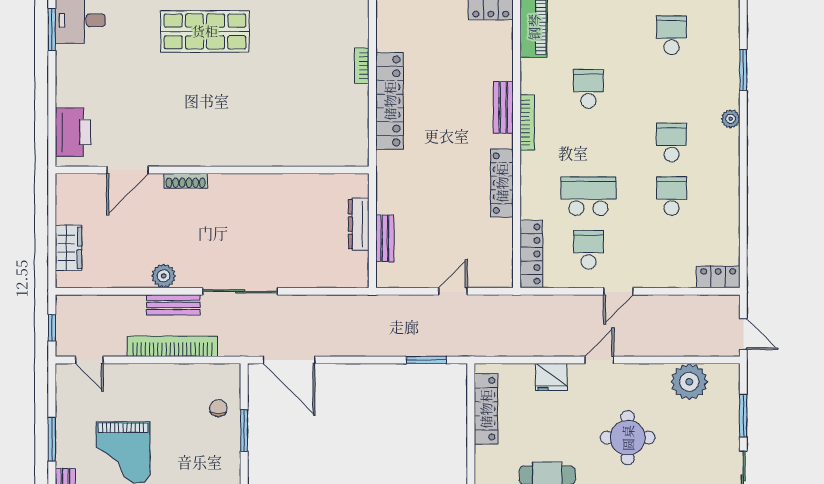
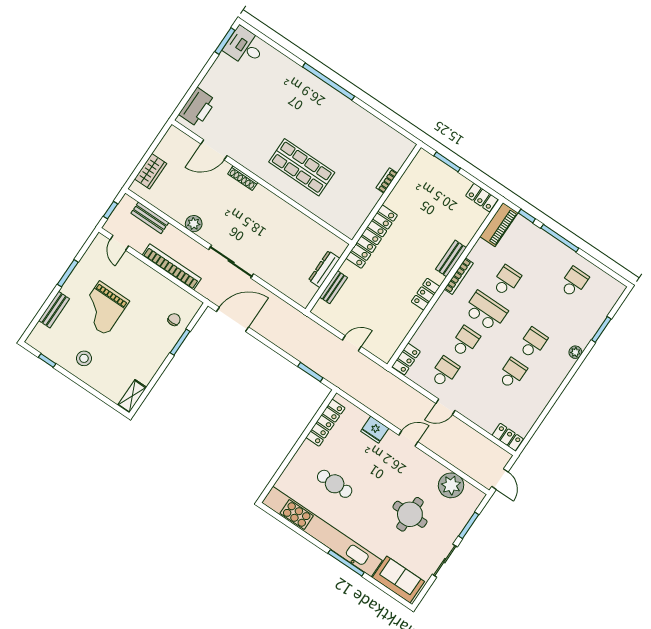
shop shelf: (205, 31) -> (302, 167), moved
locker: (390, 101) -> (372, 237), moved
school desk: (588, 142) -> (486, 311), added
locker: (502, 183) -> (426, 294), width x0.66
school desk: (588, 196) -> (465, 341), width x0.54
locker: (531, 254) -> (406, 359), width x0.66
bench: (173, 305) -> (150, 218), moved
door: (289, 360) -> (233, 319), swing flipped
round table: (628, 438) -> (410, 514), moved

